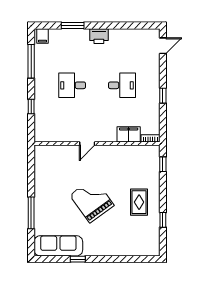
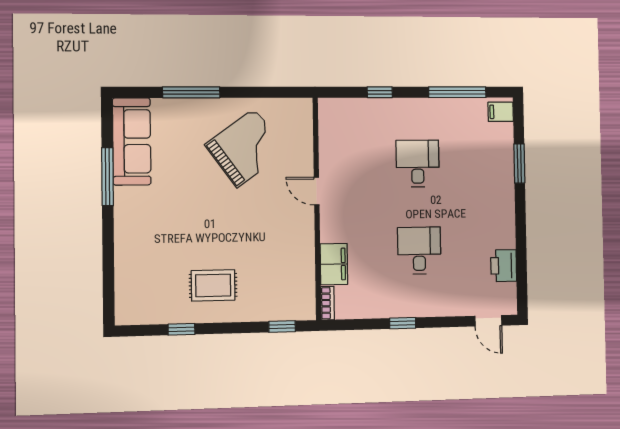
printer: (99, 36) -> (504, 266), moved
desk: (122, 85) -> (419, 251), turned 180
grand piano: (92, 200) -> (246, 148), moved
window: (78, 259) -> (107, 177), width x2.17

